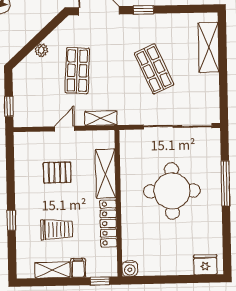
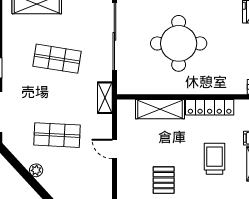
shop shelf: (154, 69) -> (57, 59), turned 33
shelving: (101, 118) -> (105, 98), moved
pallet: (57, 172) -> (164, 180), moved

